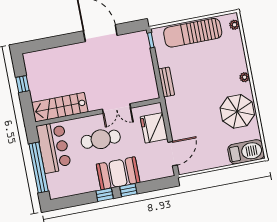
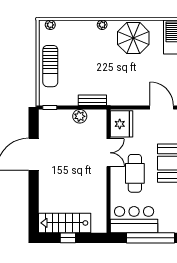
sun lounger: (193, 33) -> (50, 66), width x0.73, depth x0.75
plant: (148, 72) -> (80, 116), added
stairs: (60, 107) -> (65, 223), moved, turned 90
fridge: (154, 128) -> (122, 124), moved, turned -90

